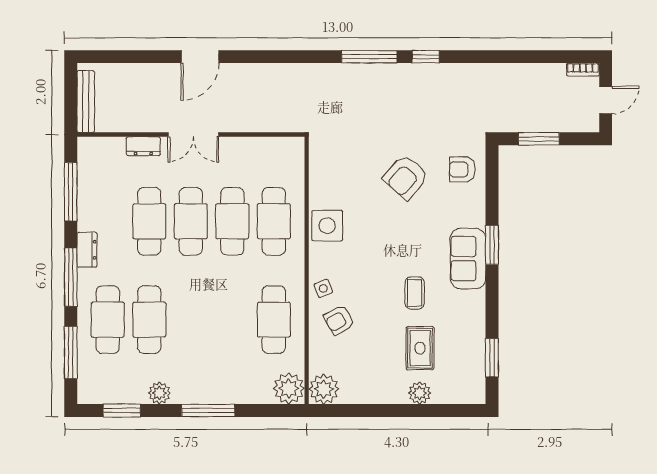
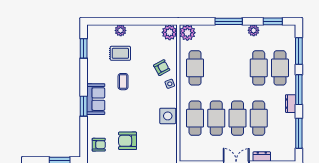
armchair: (406, 177) -> (128, 141), turned -131
rug: (420, 348) -> (120, 53), turned 90

